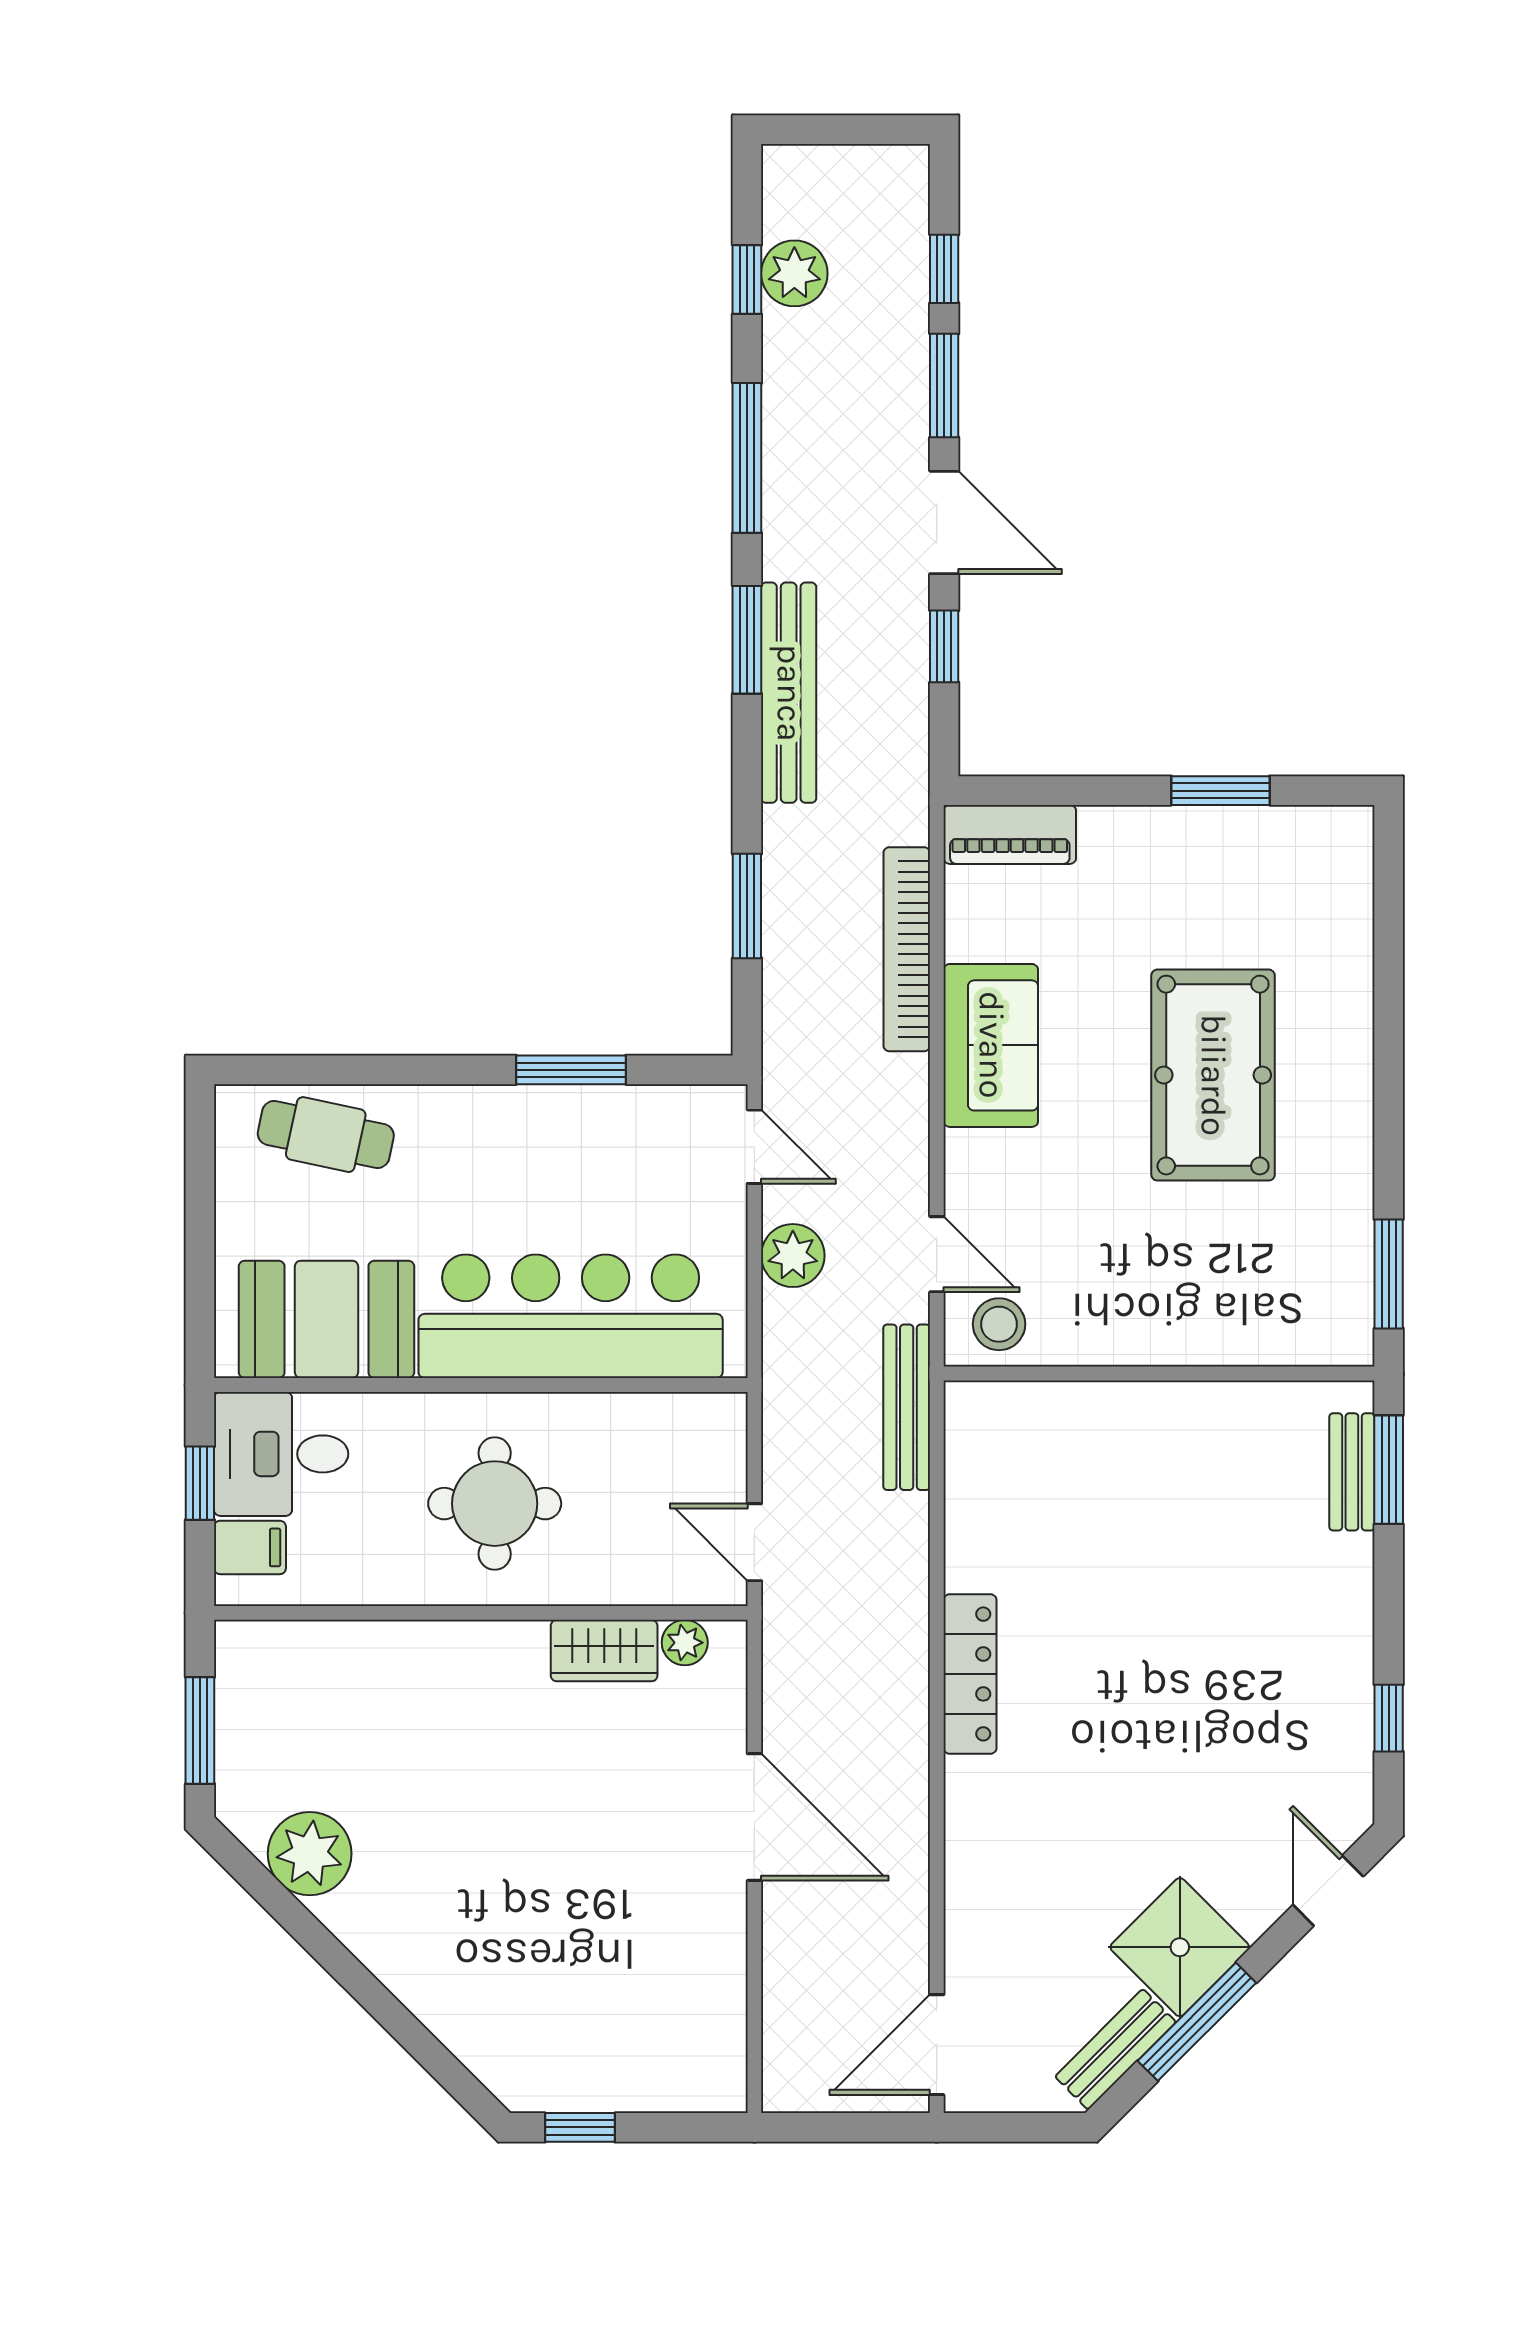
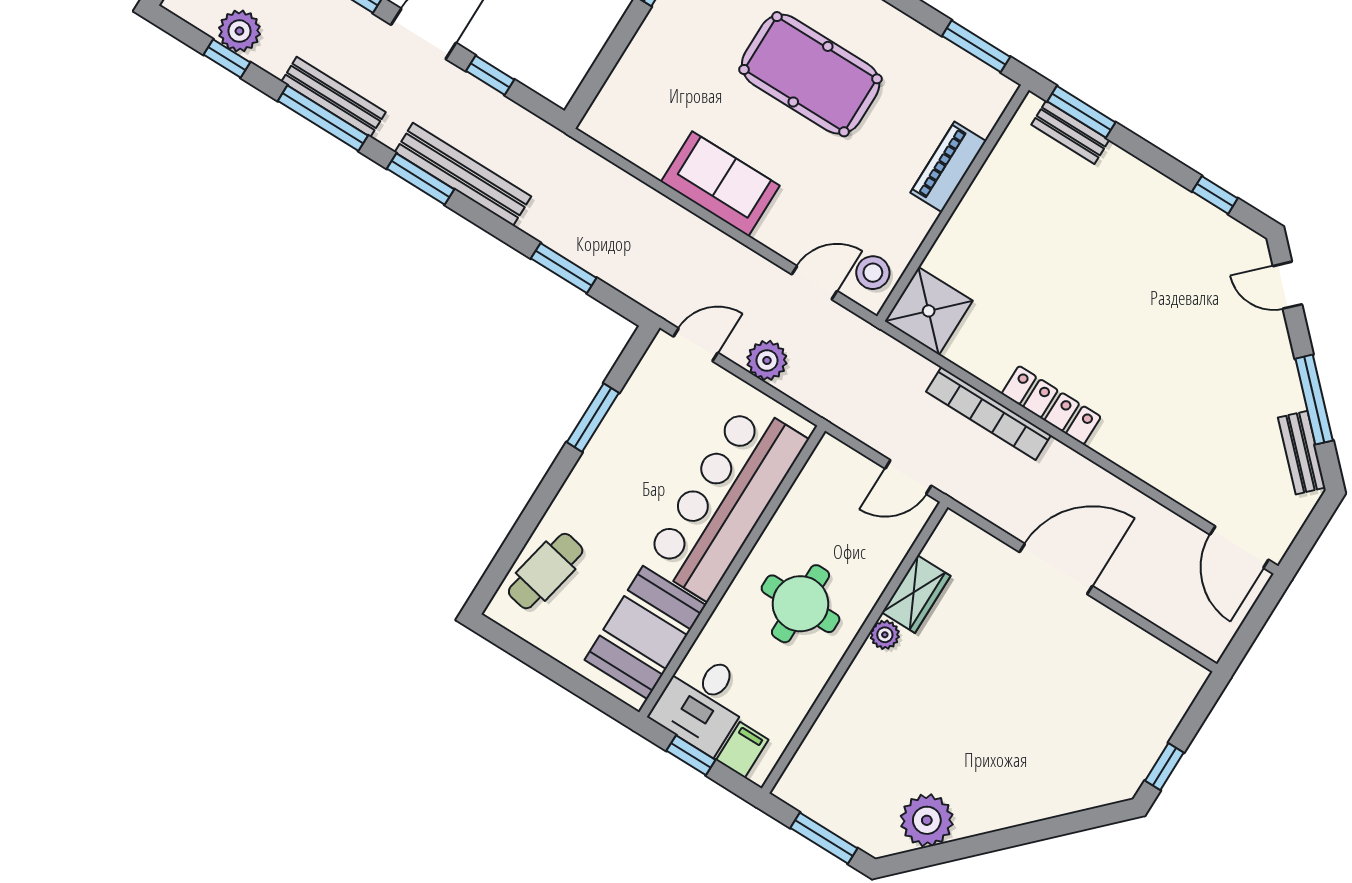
piano: (1010, 834) -> (948, 167), moved, turned 180
bookcase: (907, 949) -> (989, 413), moved
bench: (907, 1407) -> (334, 97), moved
plant: (685, 1643) -> (885, 635), moved
shower: (1180, 1947) -> (929, 311), moved, turned 45

